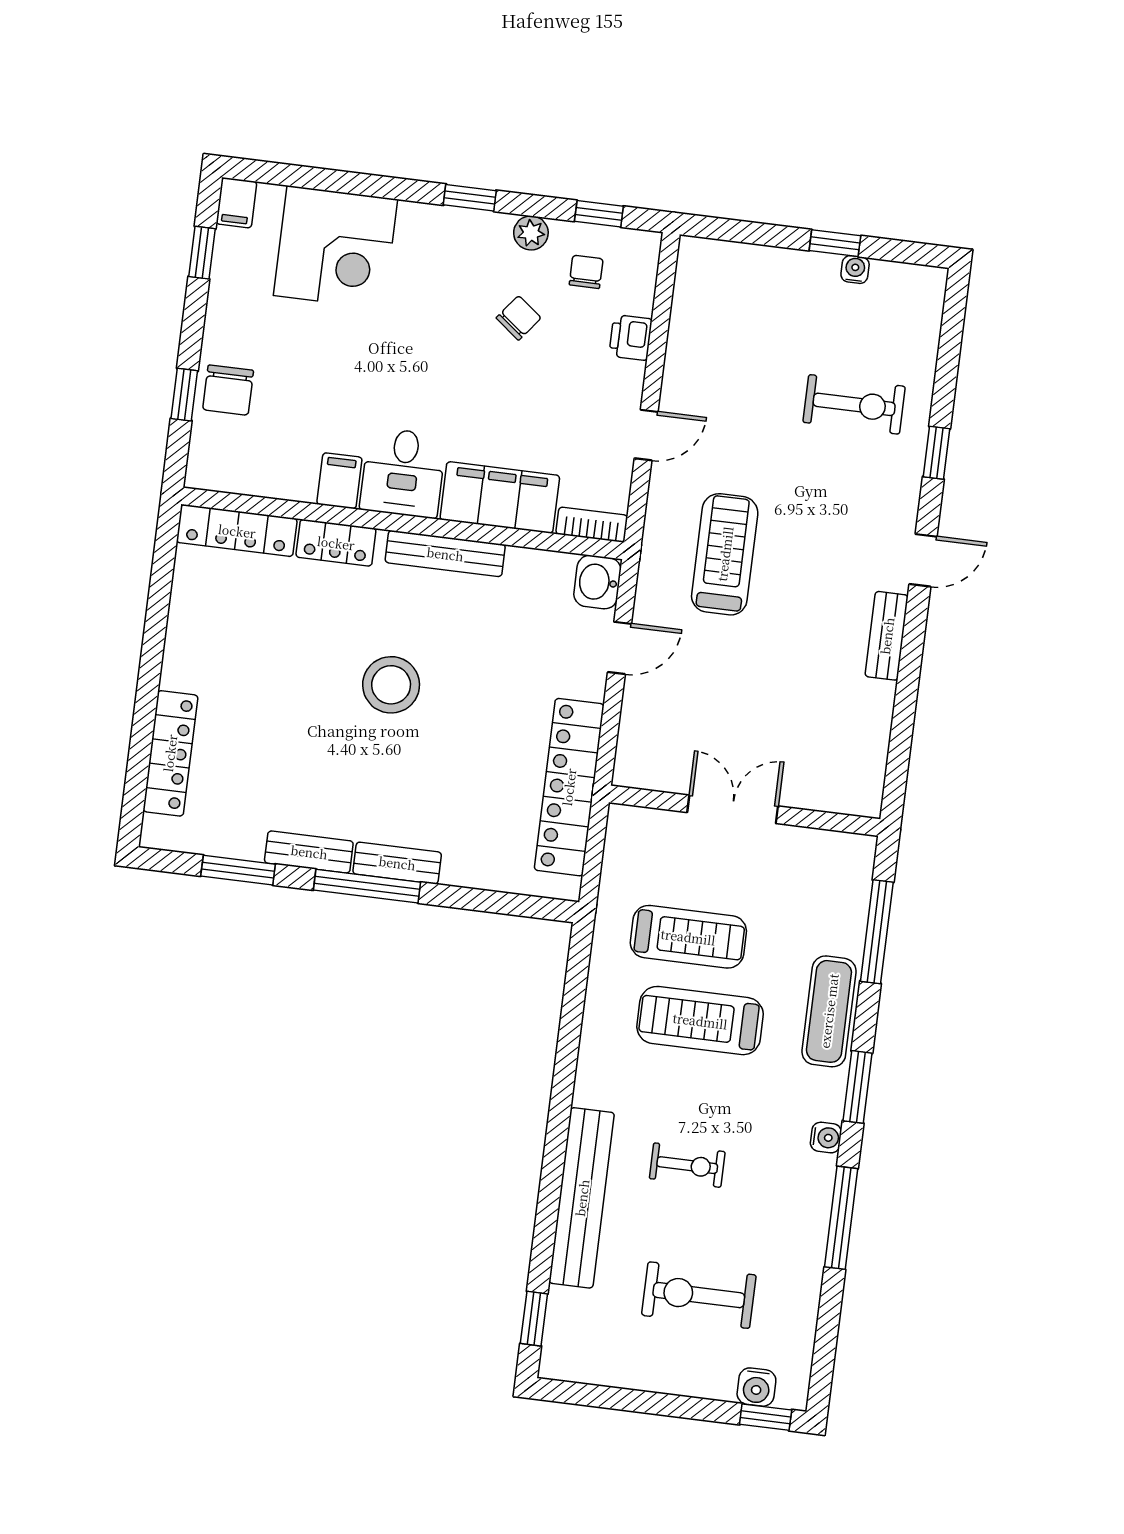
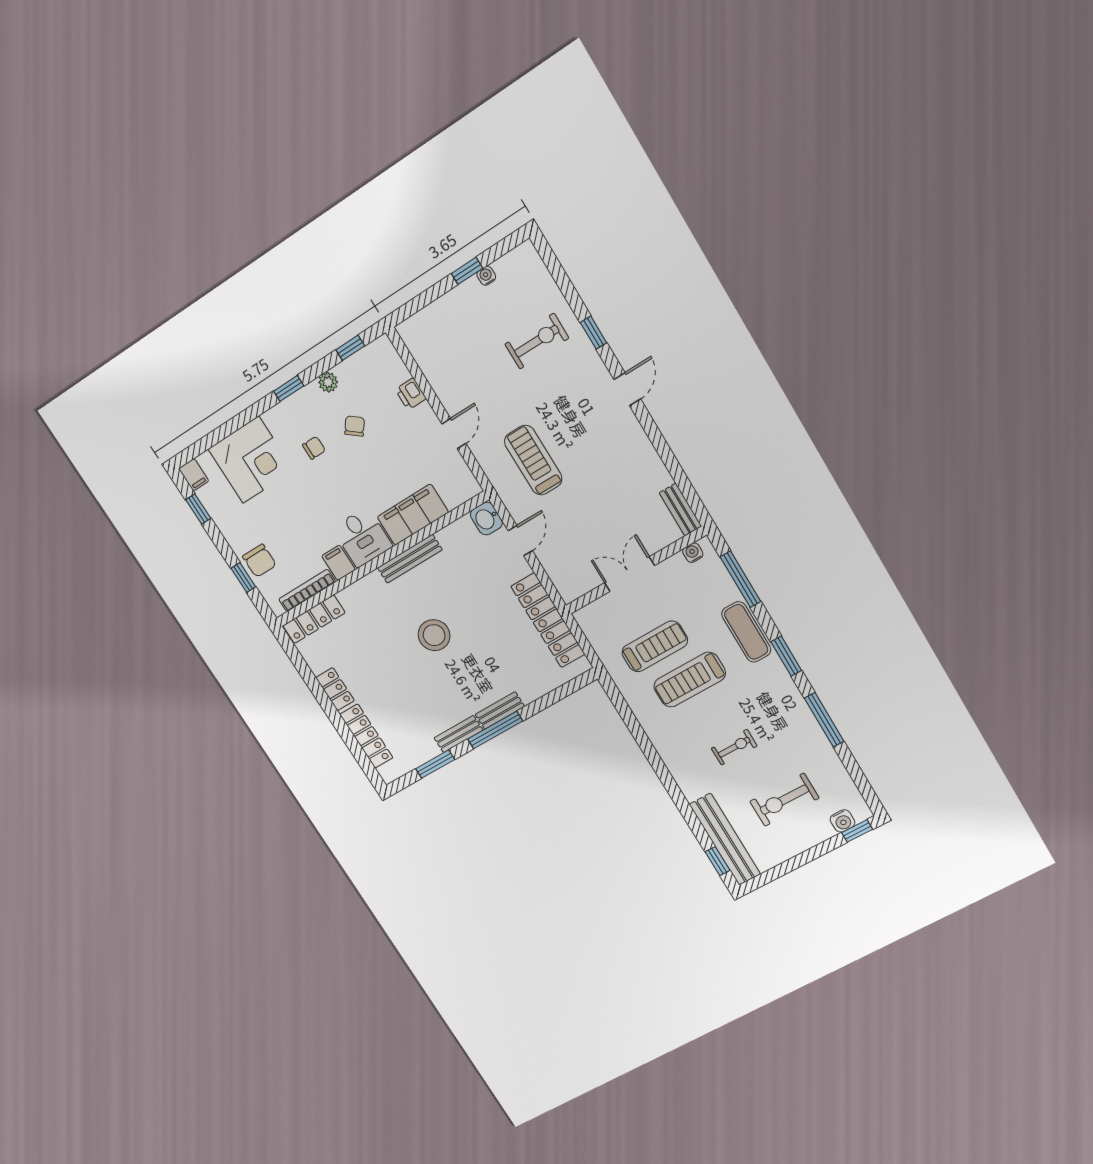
chair: (586, 272) -> (314, 448), moved, turned 90
bookcase: (592, 525) -> (307, 590), moved, width x1.56
locker: (336, 543) -> (335, 689), moved, turned -90
bench: (887, 636) -> (680, 510), moved
water cooler: (826, 1138) -> (693, 553), moved, turned -90
bench: (582, 1198) -> (725, 839), moved

